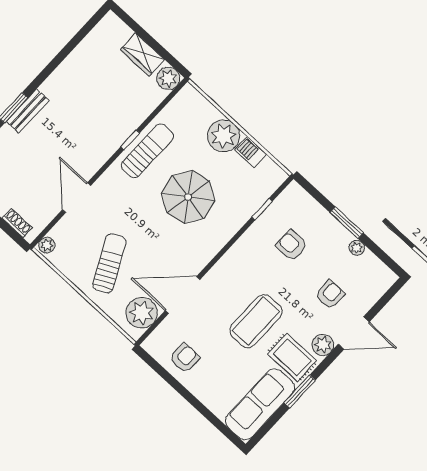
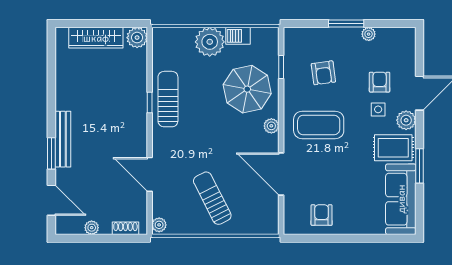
wardrobe: (142, 55) -> (96, 38), width x1.50
bench: (28, 111) -> (63, 139), width x1.36
parasol: (188, 197) -> (247, 89), moved
armchair: (292, 245) -> (323, 73), turned -98
door: (183, 295) -> (281, 174), hinge flipped
plant: (142, 313) -> (271, 126), moved, width x0.53, depth x0.53
side table: (308, 315) -> (378, 109), added
coffee table: (256, 321) -> (319, 125), moved, turned 90

